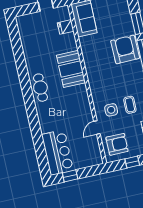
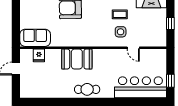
armchair: (117, 144) -> (152, 33), removed
bar counter: (57, 152) -> (140, 87), width x1.36

